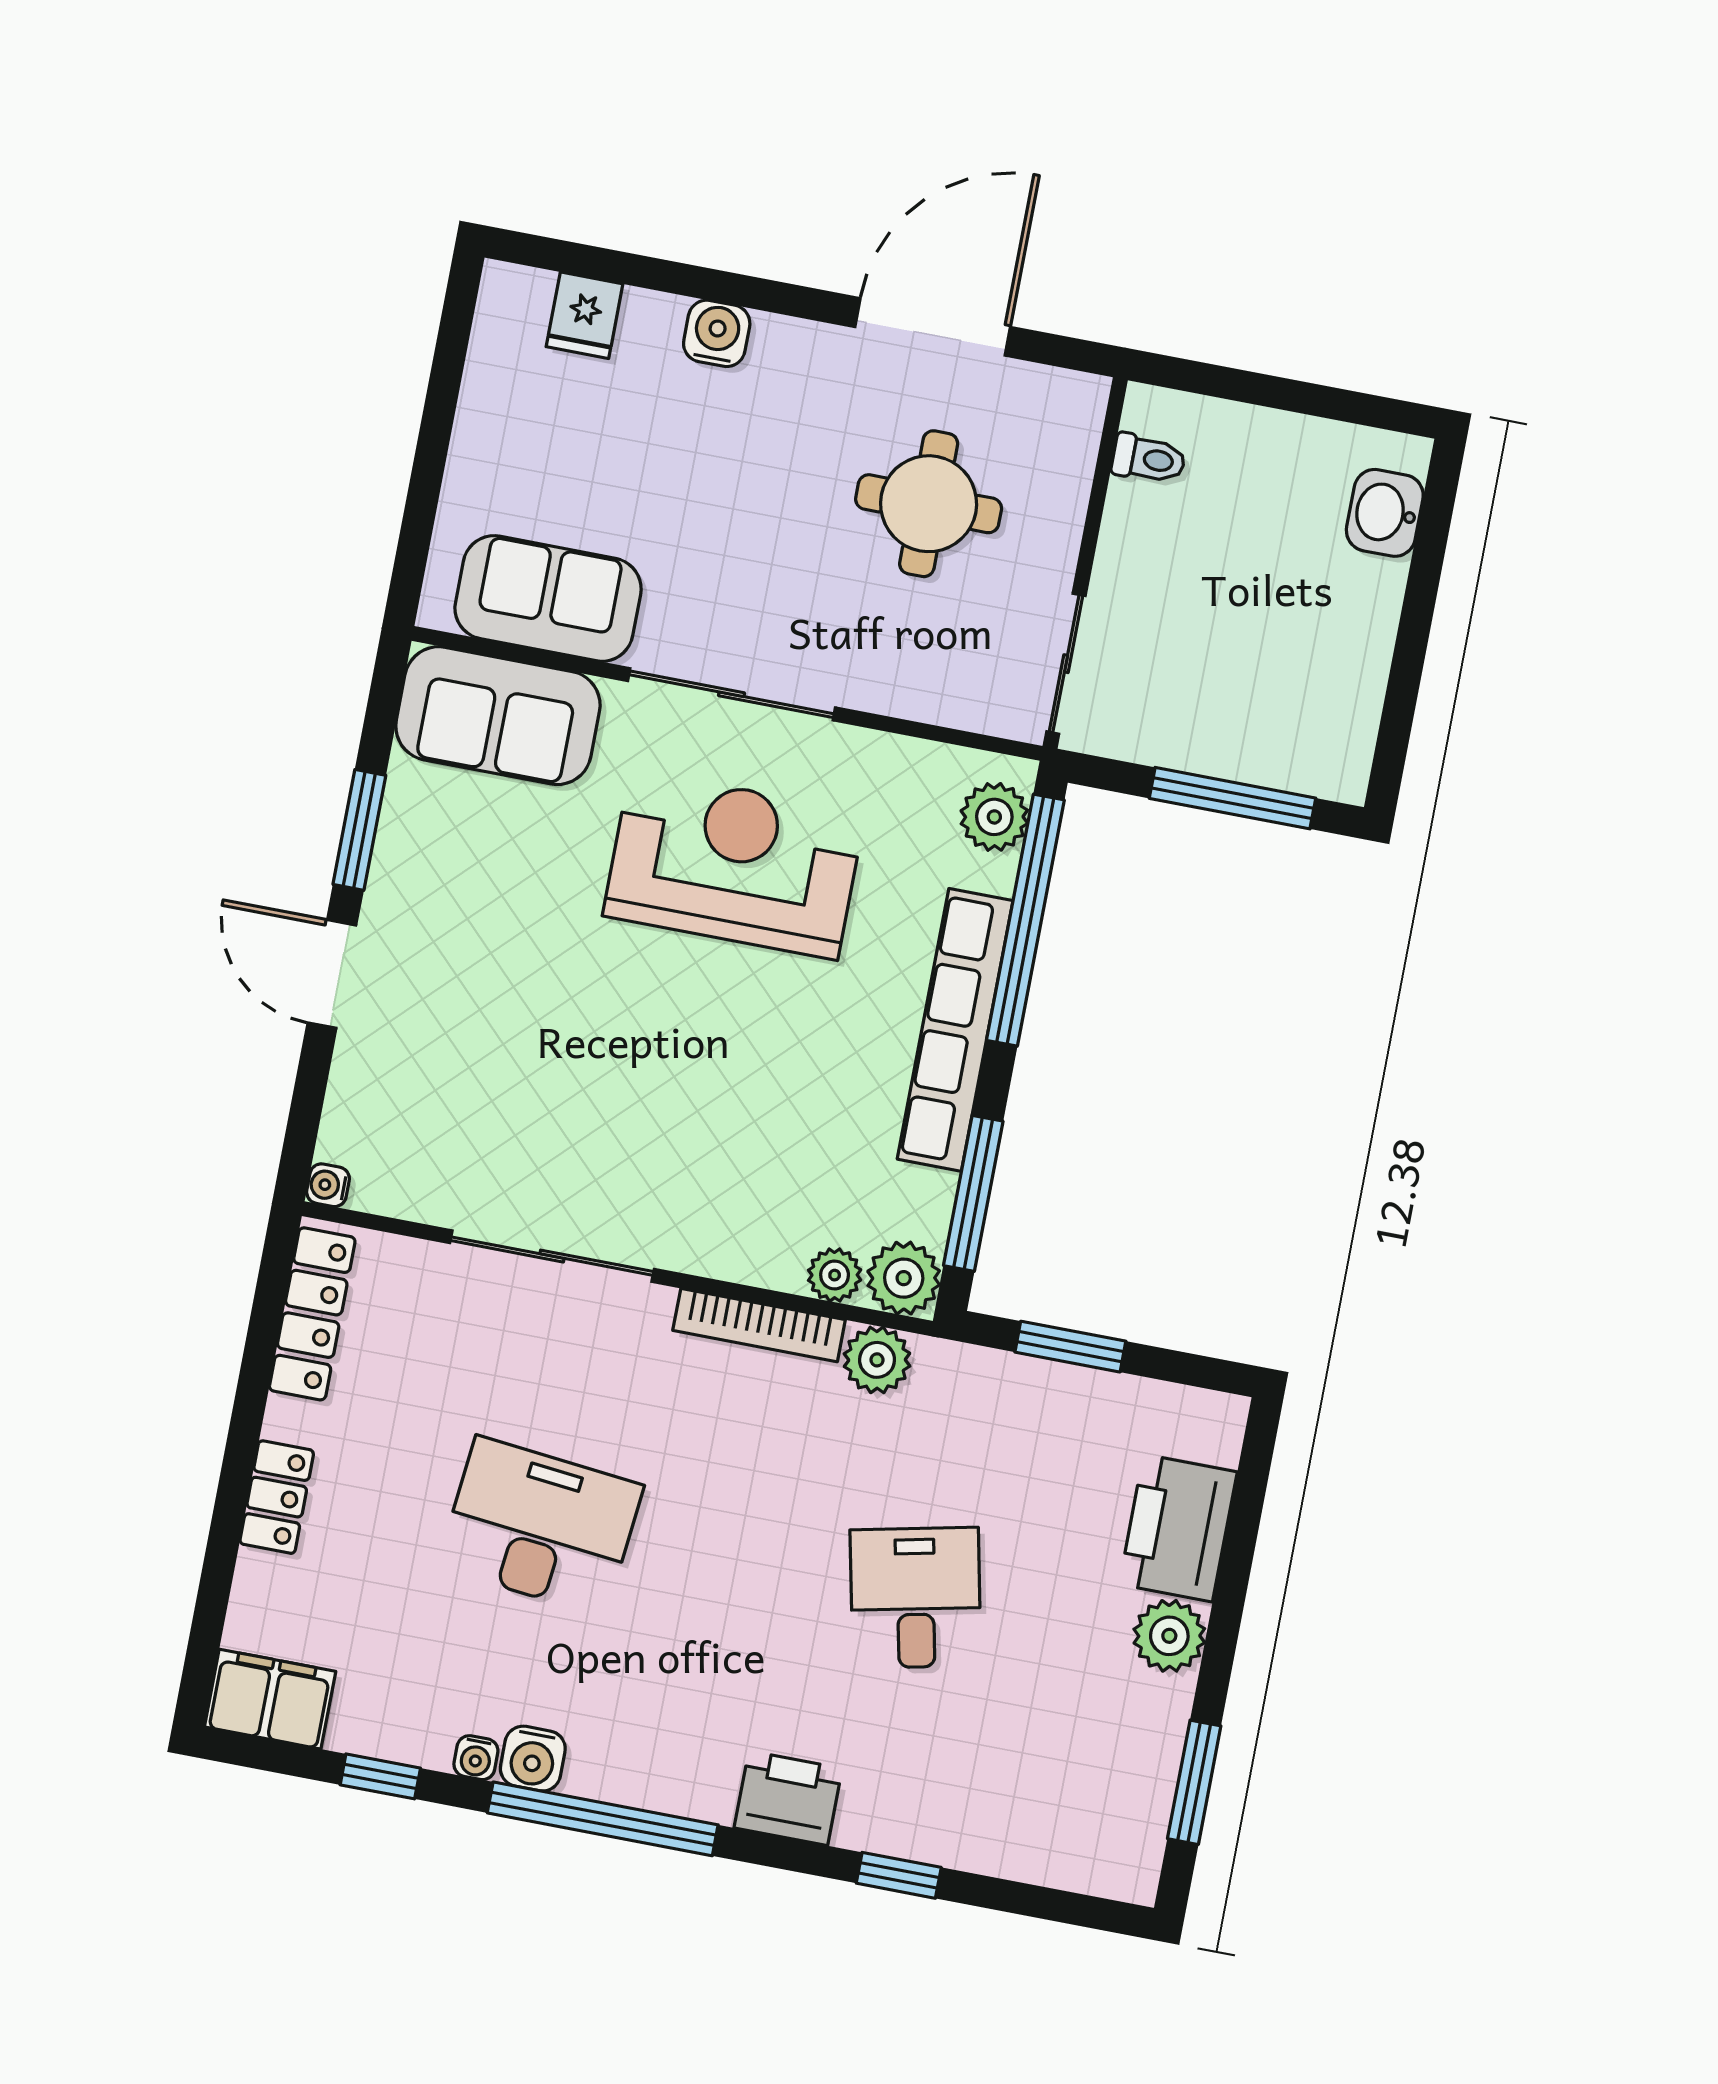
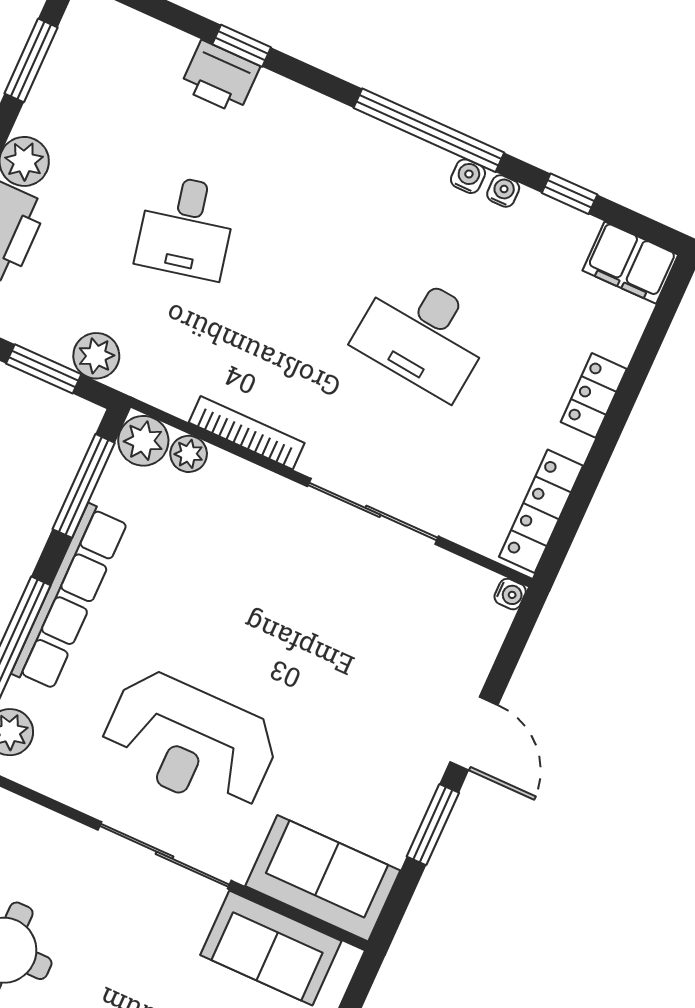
plant: (877, 1360) -> (96, 356), moved
water cooler: (533, 1759) -> (468, 176), width x0.72, depth x0.72
printer: (788, 1798) -> (220, 77), moved

